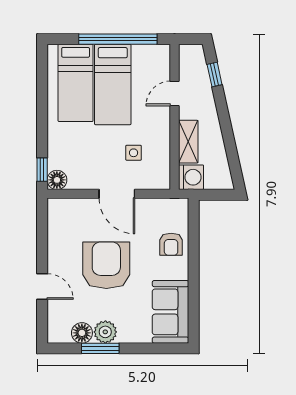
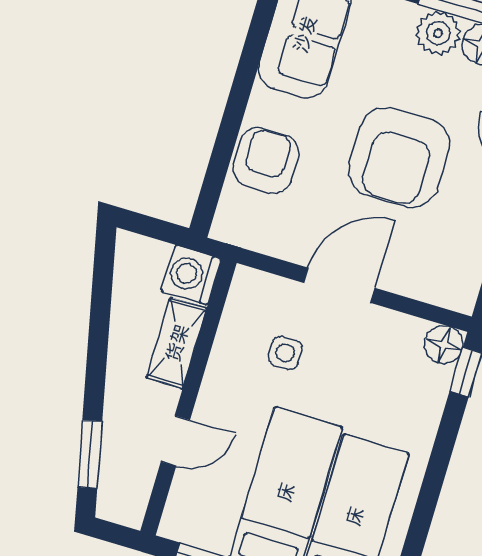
window: (215, 74) -> (90, 454), width x1.50
door: (117, 194) -> (339, 285), hinge flipped
armchair: (171, 244) -> (266, 161), width x1.38, depth x1.38

